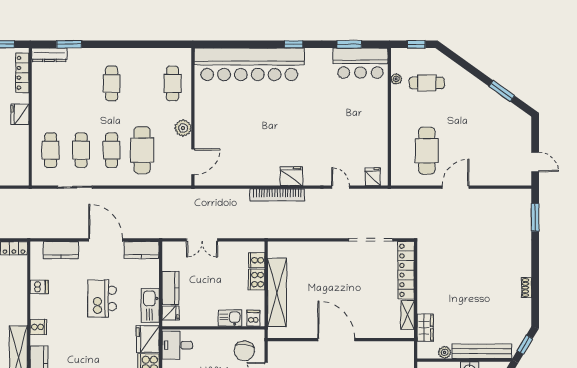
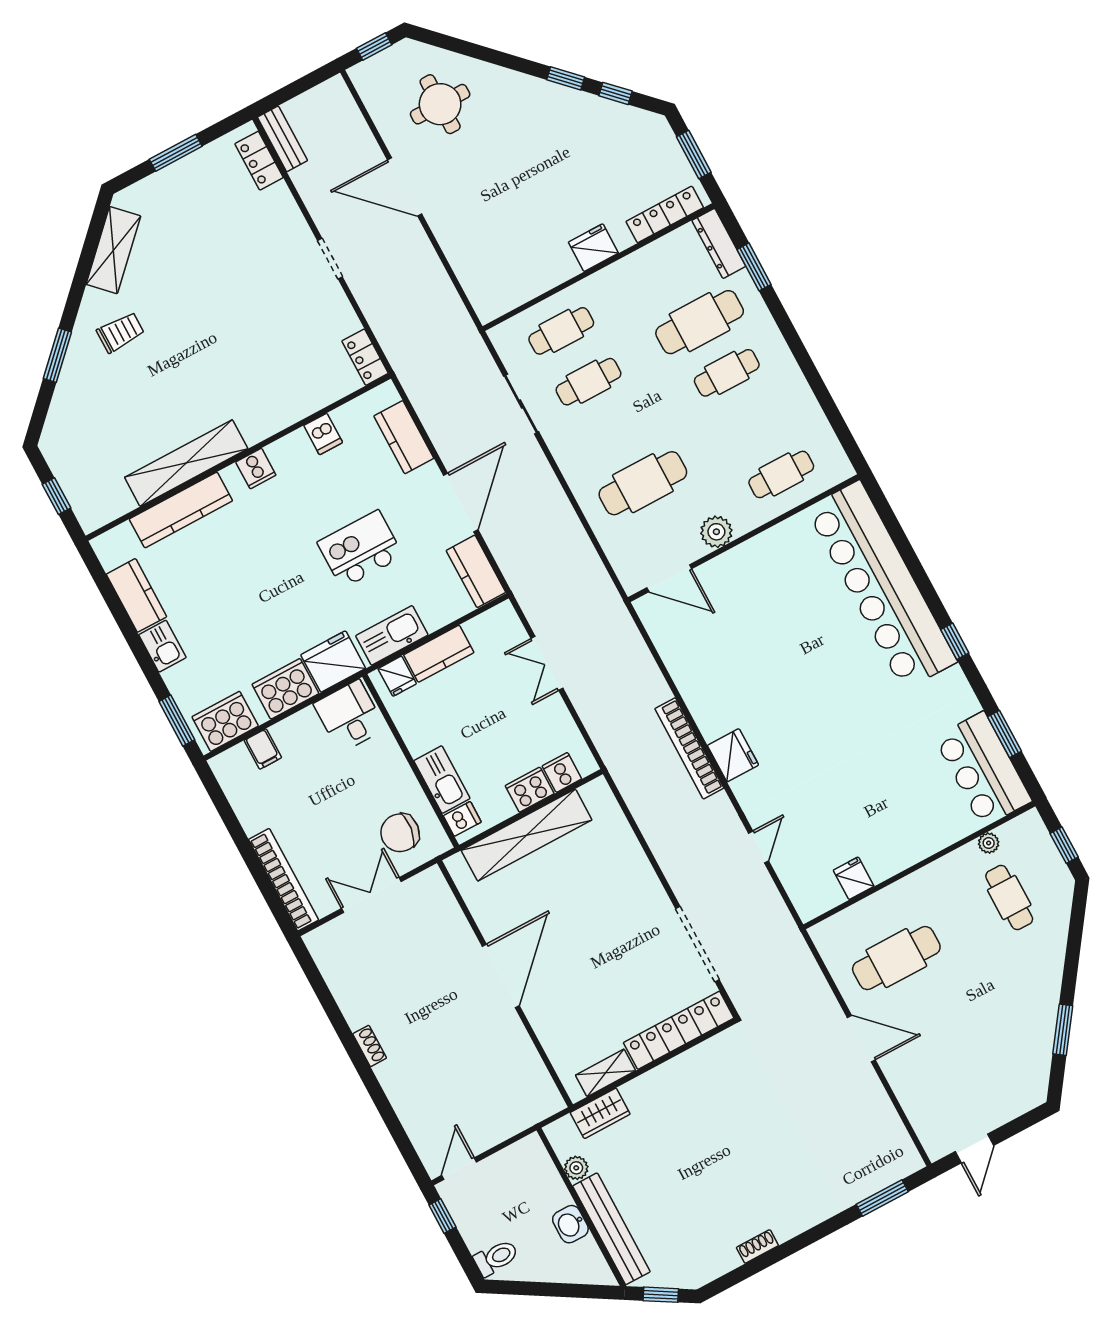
cafe table: (112, 150) -> (700, 322), moved, width x1.37, depth x1.35
fridge: (373, 177) -> (854, 878), moved, turned -90
kitchen sink: (230, 318) -> (442, 780), width x1.38

